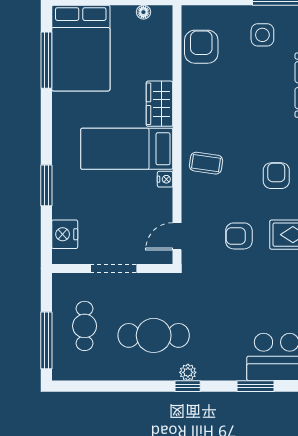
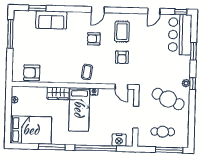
side table: (262, 35) -> (27, 44), removed
window: (46, 60) -> (52, 147), moved
window: (46, 185) -> (96, 148), width x2.11
cafe table: (154, 335) -> (168, 99), turned -65

